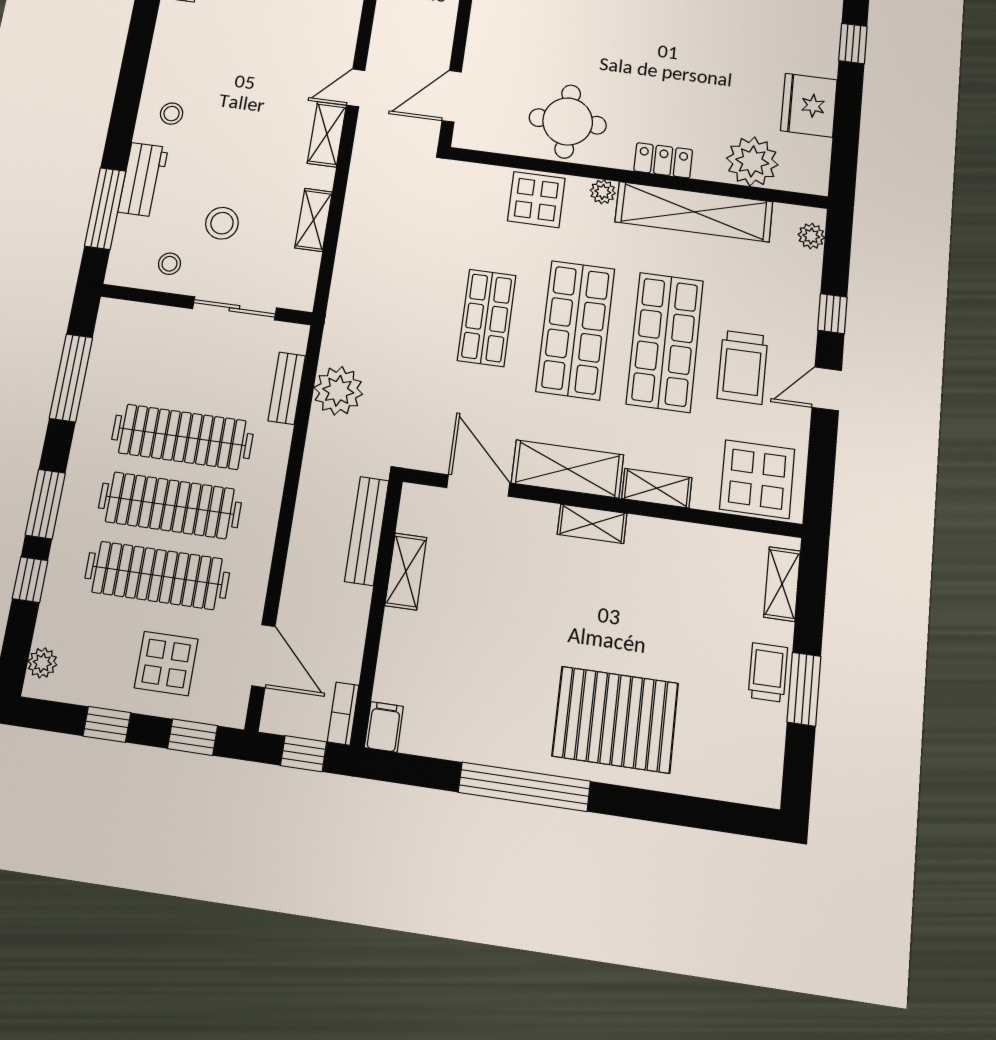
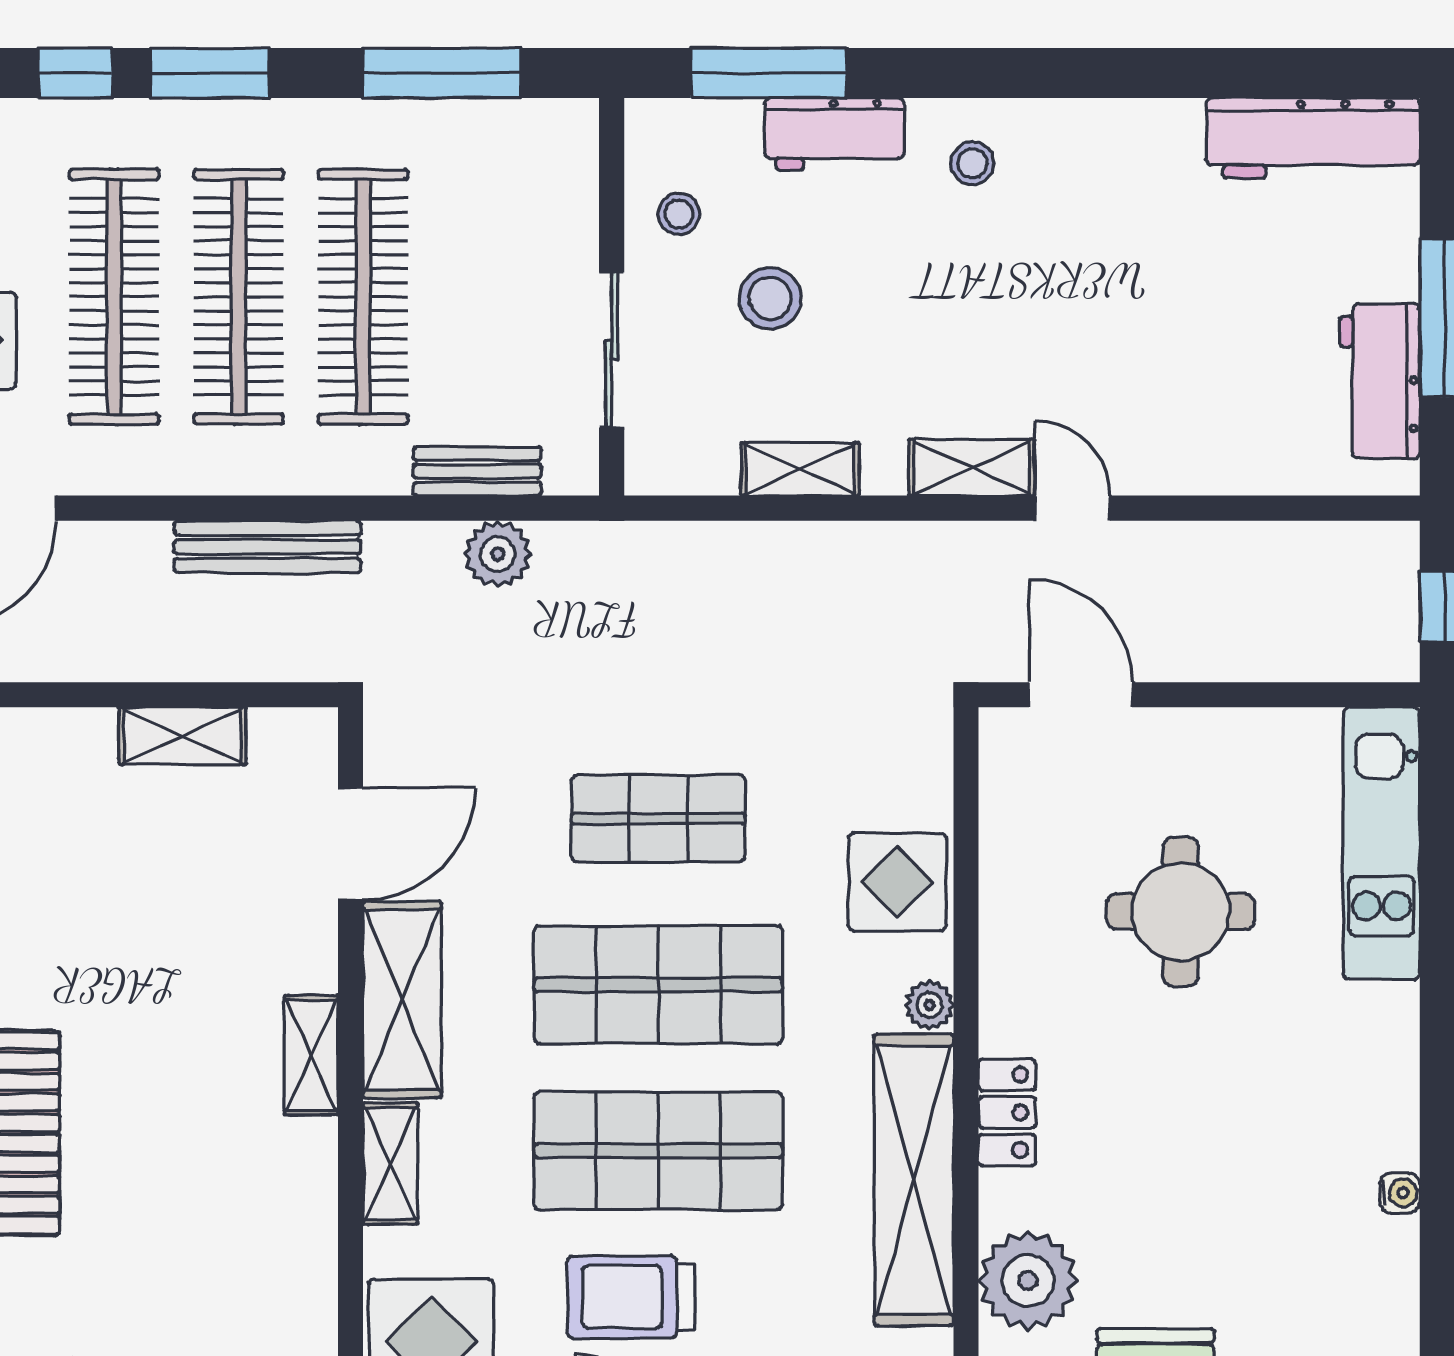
round table: (568, 121) -> (1181, 912), moved
plant: (338, 391) -> (498, 554), width x0.73, depth x0.73
bench: (367, 531) -> (267, 547), moved

